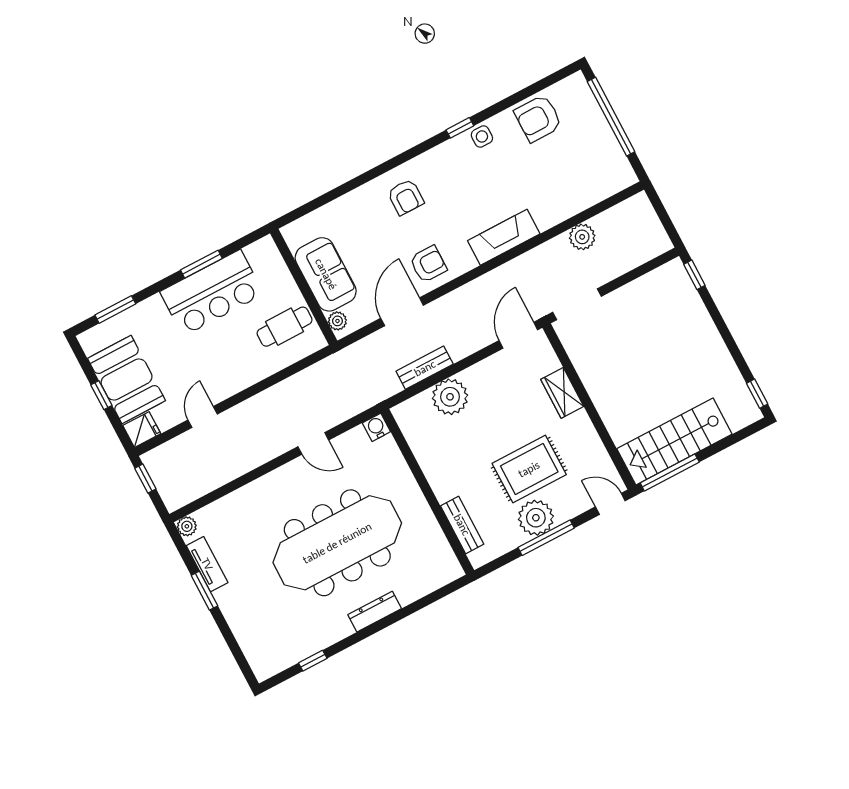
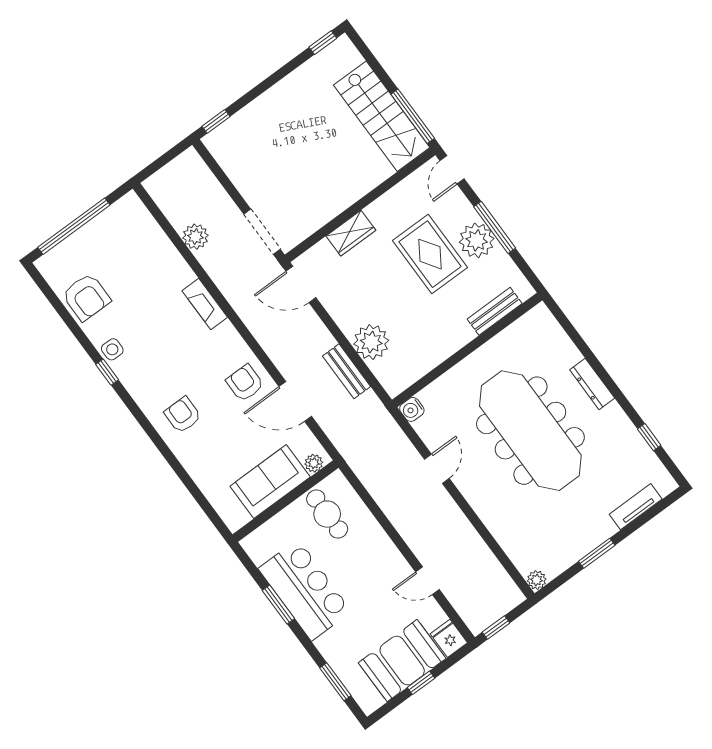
armchair: (406, 197) -> (183, 415), turned -90
fireplace: (504, 237) -> (205, 304), width x0.73, depth x0.76
tv unit: (207, 564) -> (636, 507), moved

